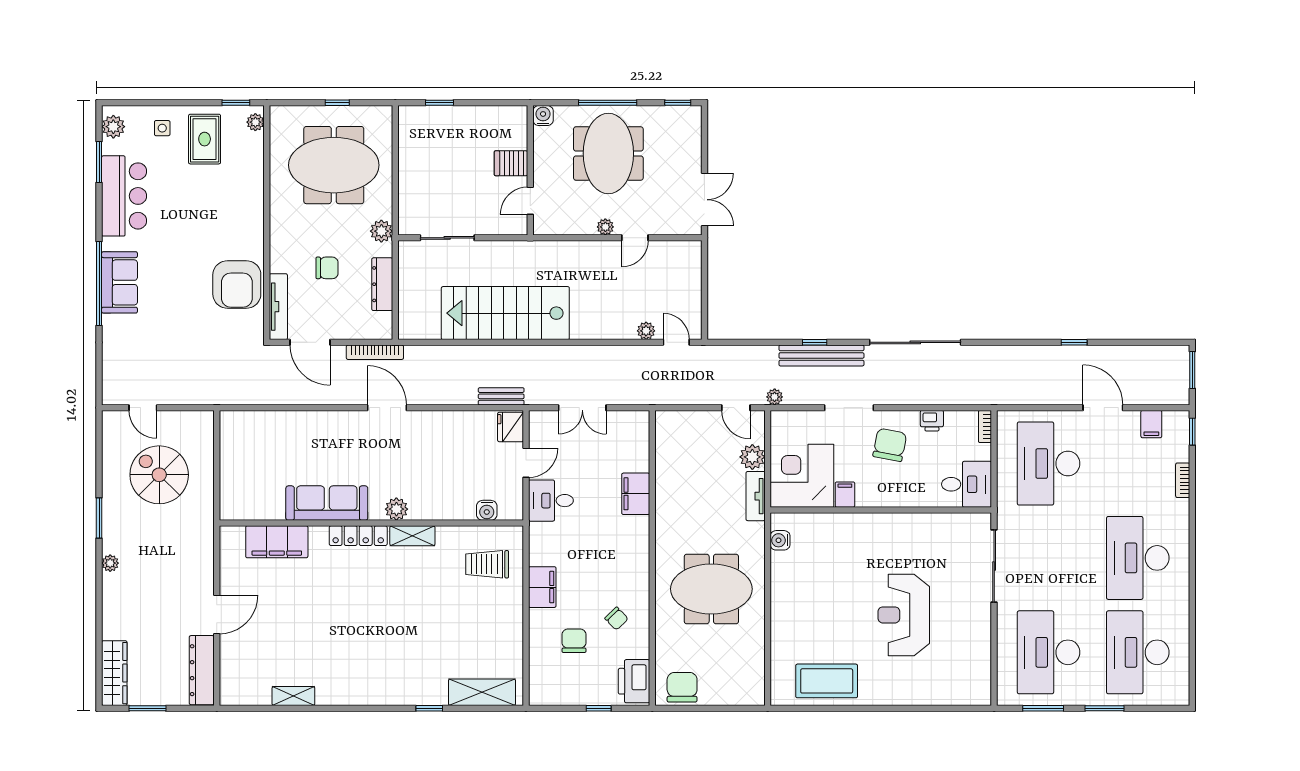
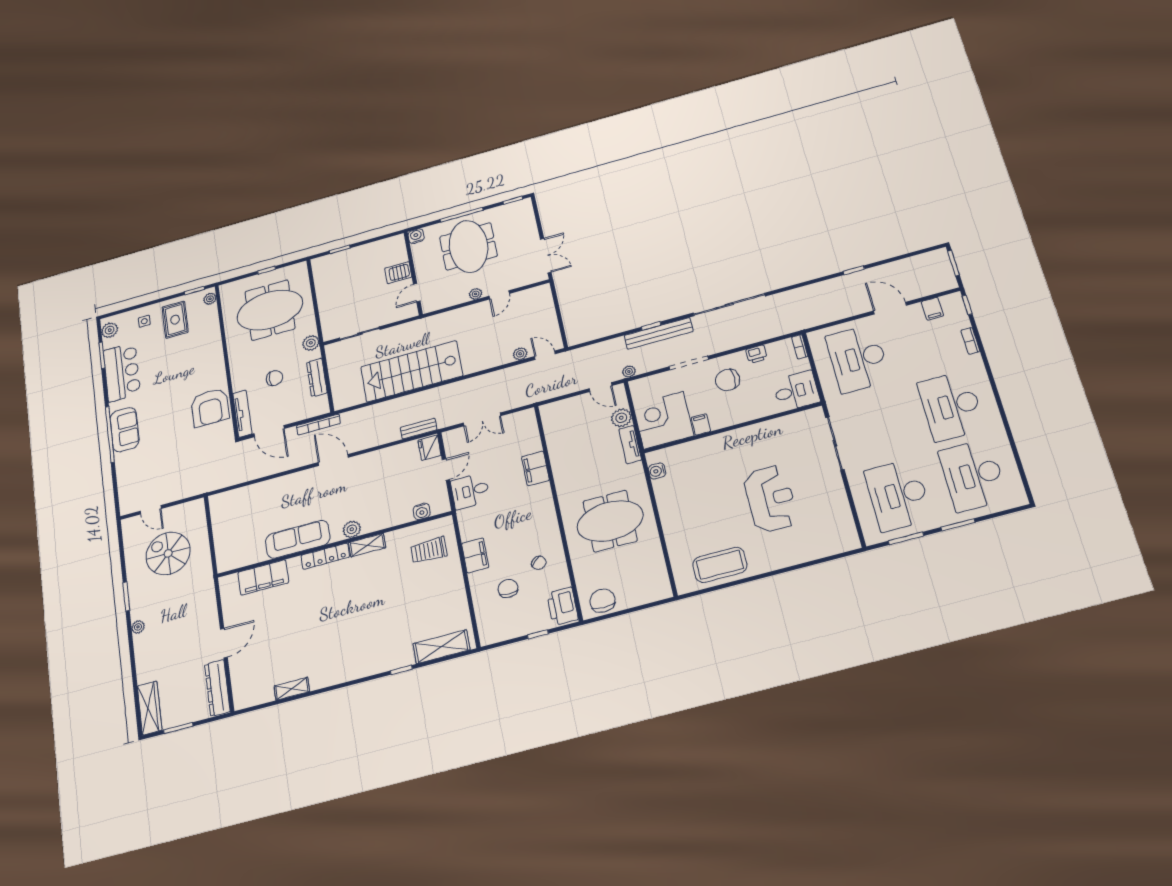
chair: (890, 445) -> (728, 380), turned -101
reception desk: (904, 615) -> (771, 499), turned 180

